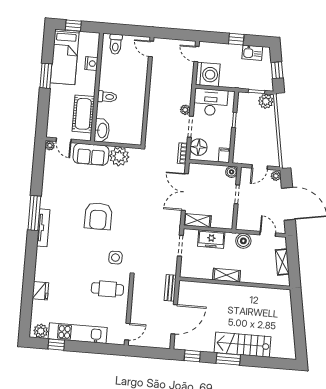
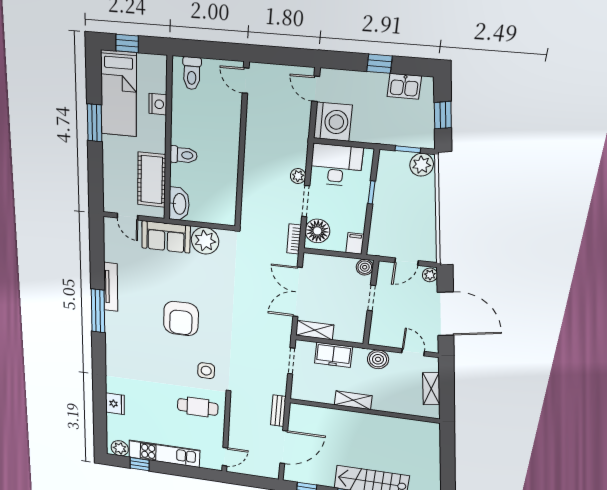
plant: (50, 145) -> (110, 223), removed
tv unit: (43, 228) -> (111, 287), moved

